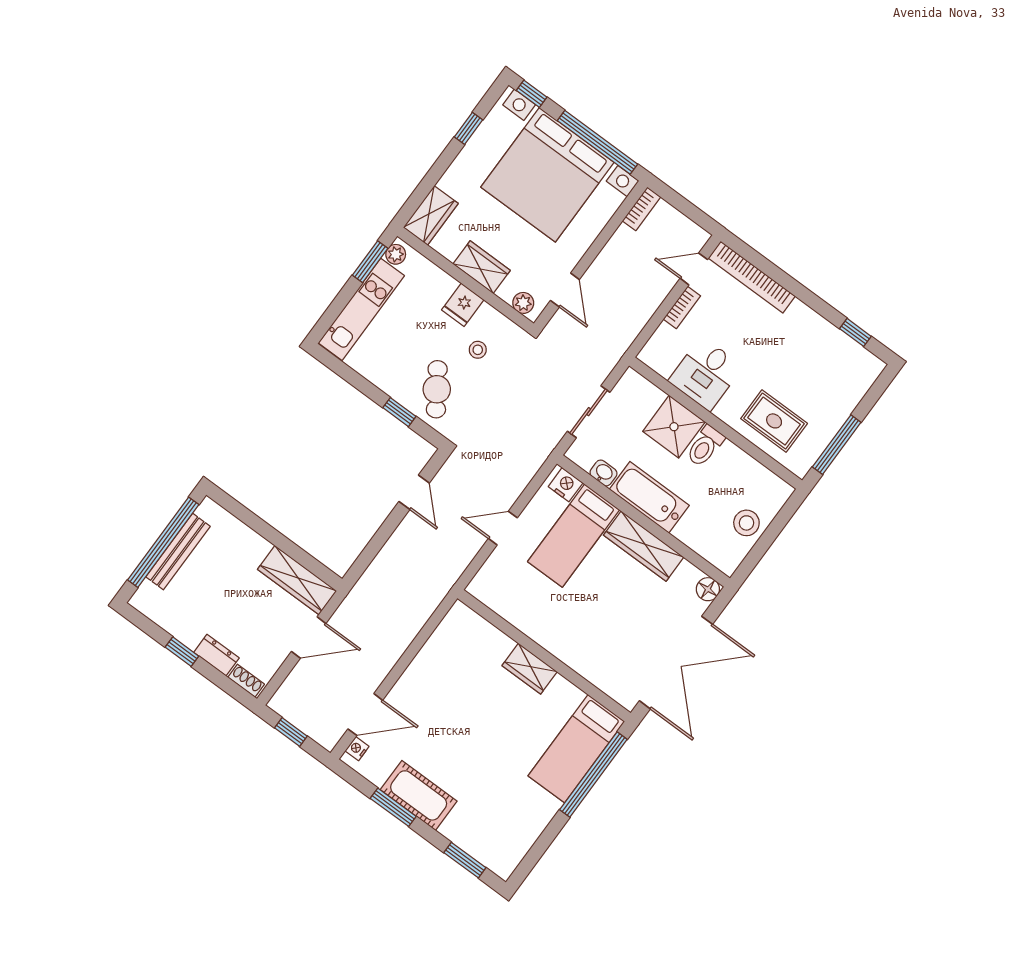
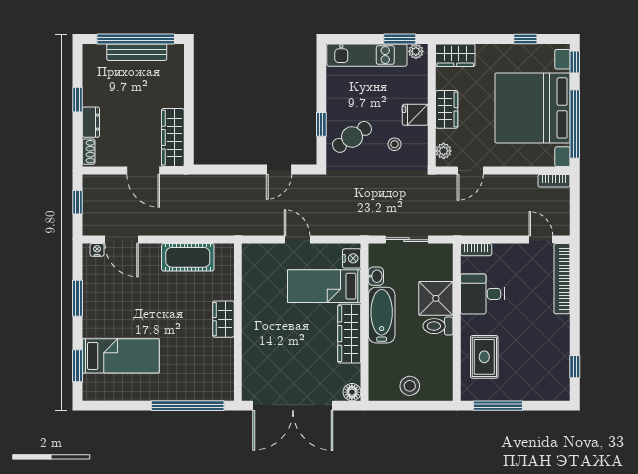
bookcase: (682, 307) -> (476, 250), moved
bed: (576, 749) -> (121, 356), moved, turned 180
cot: (419, 795) -> (188, 257), moved, turned 90

